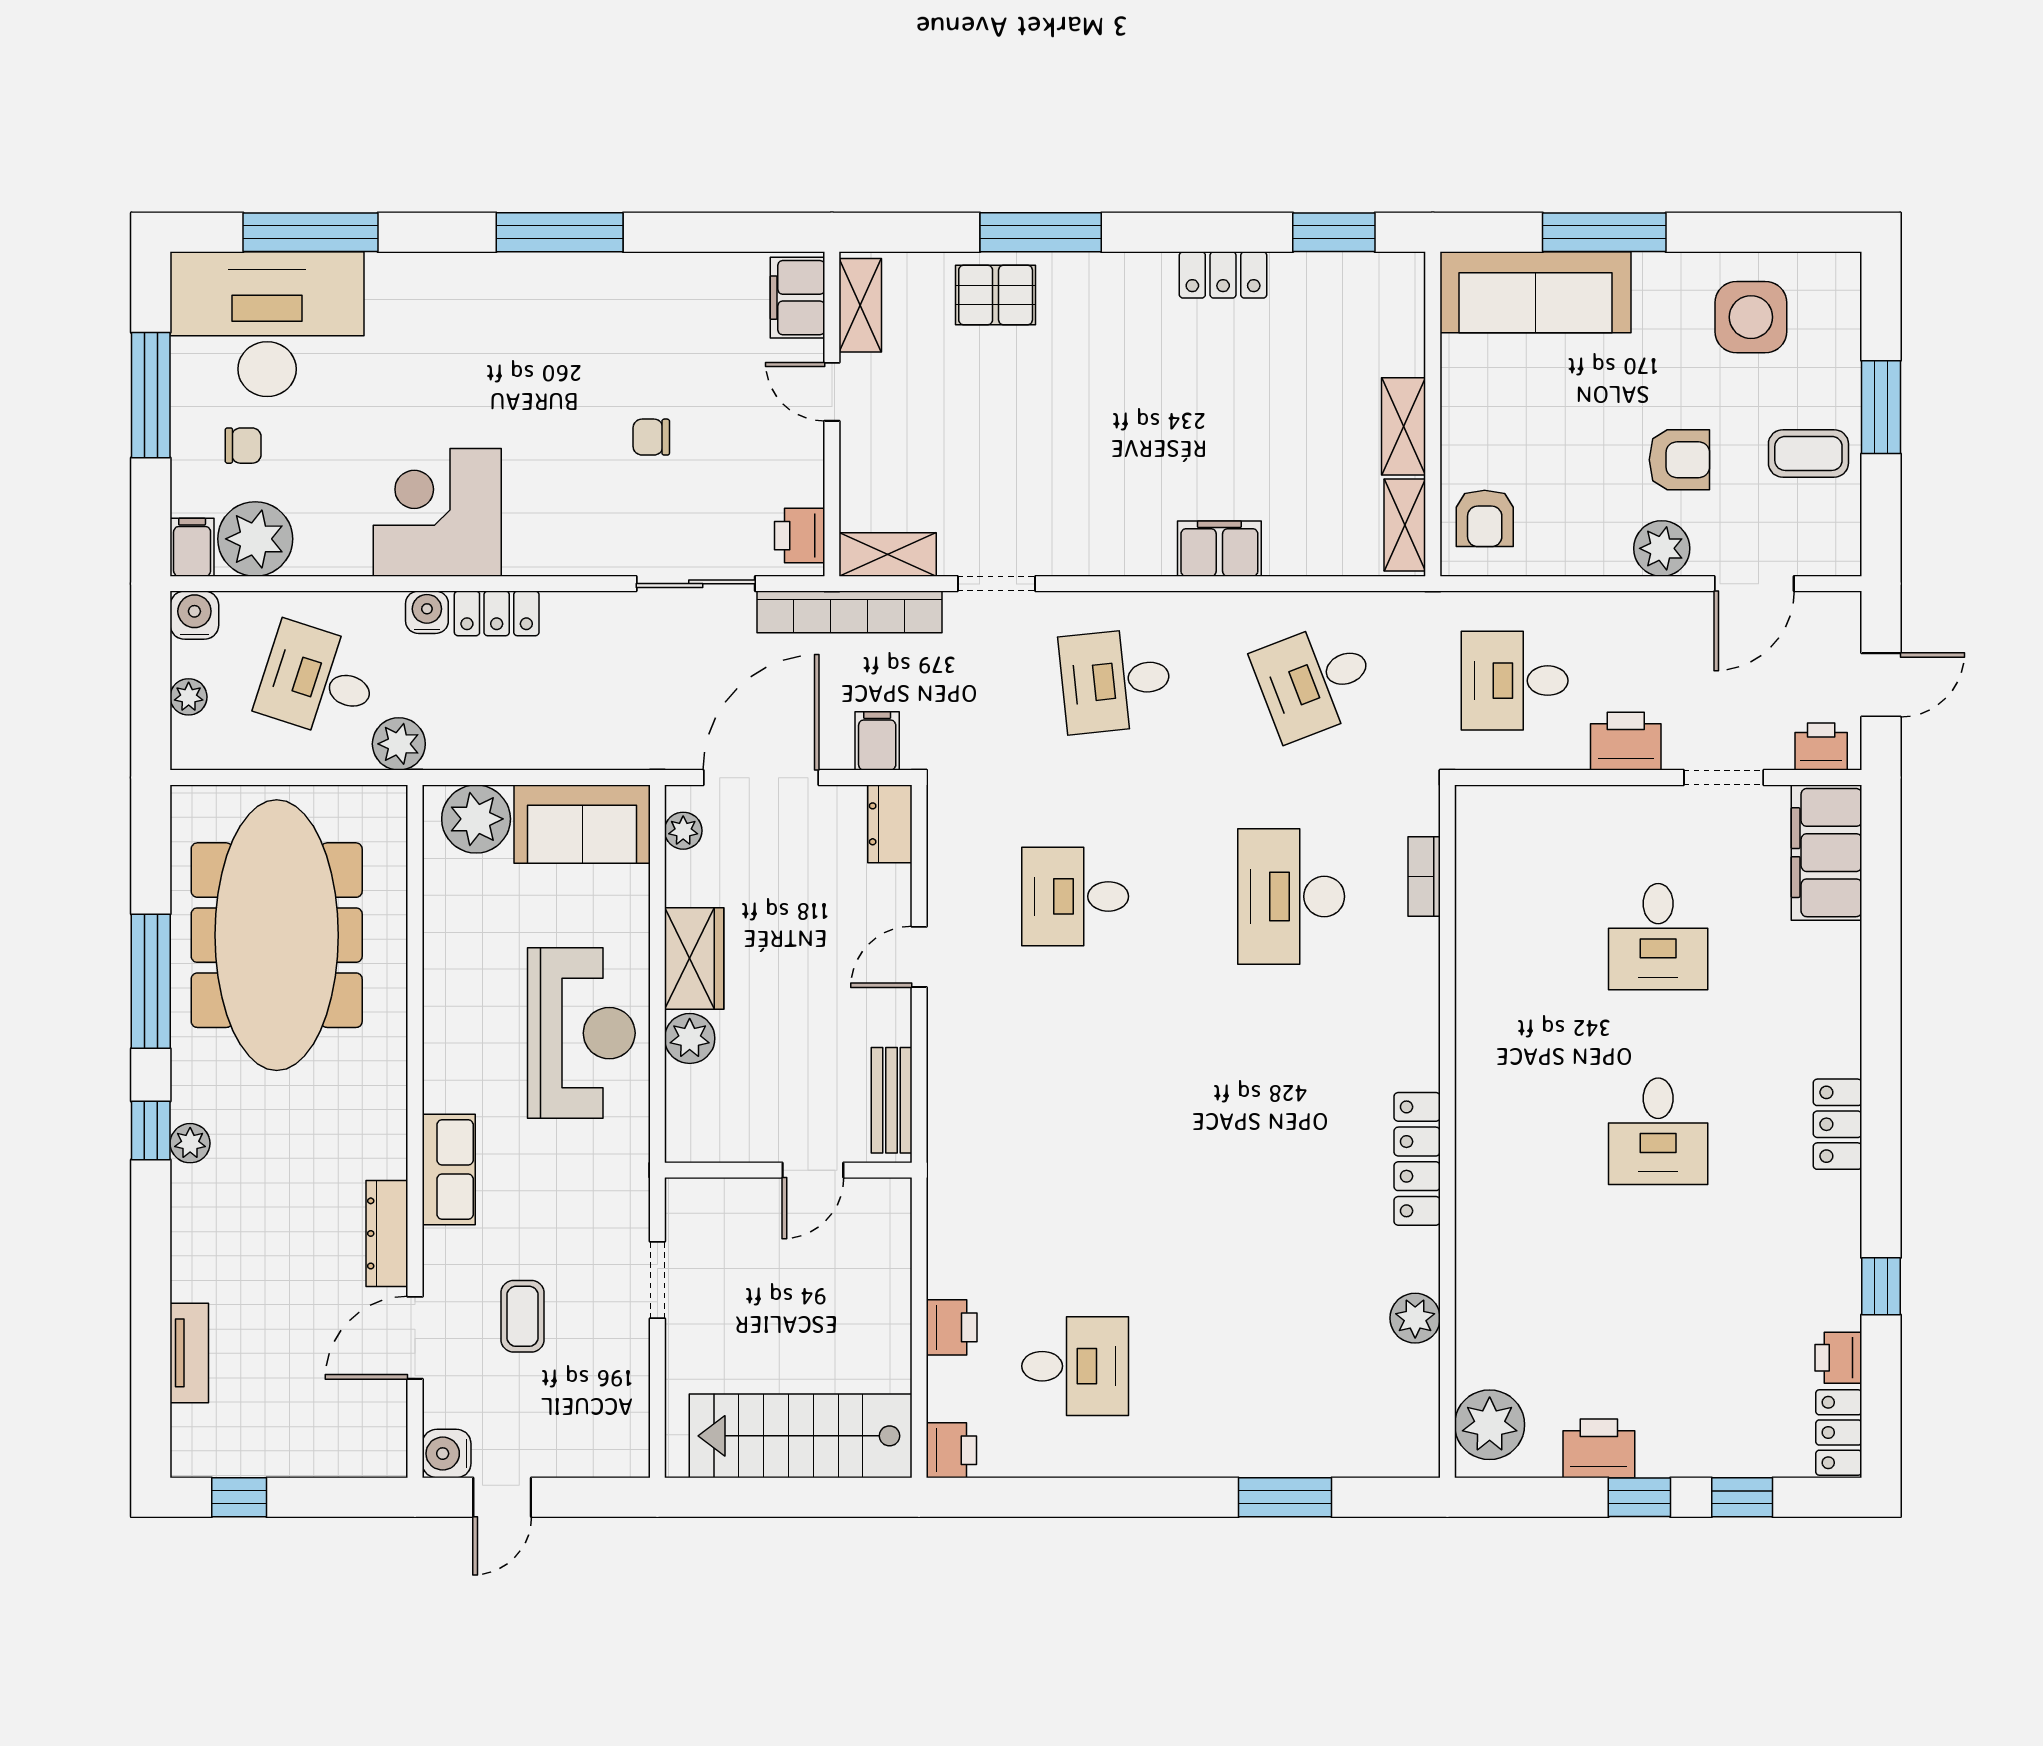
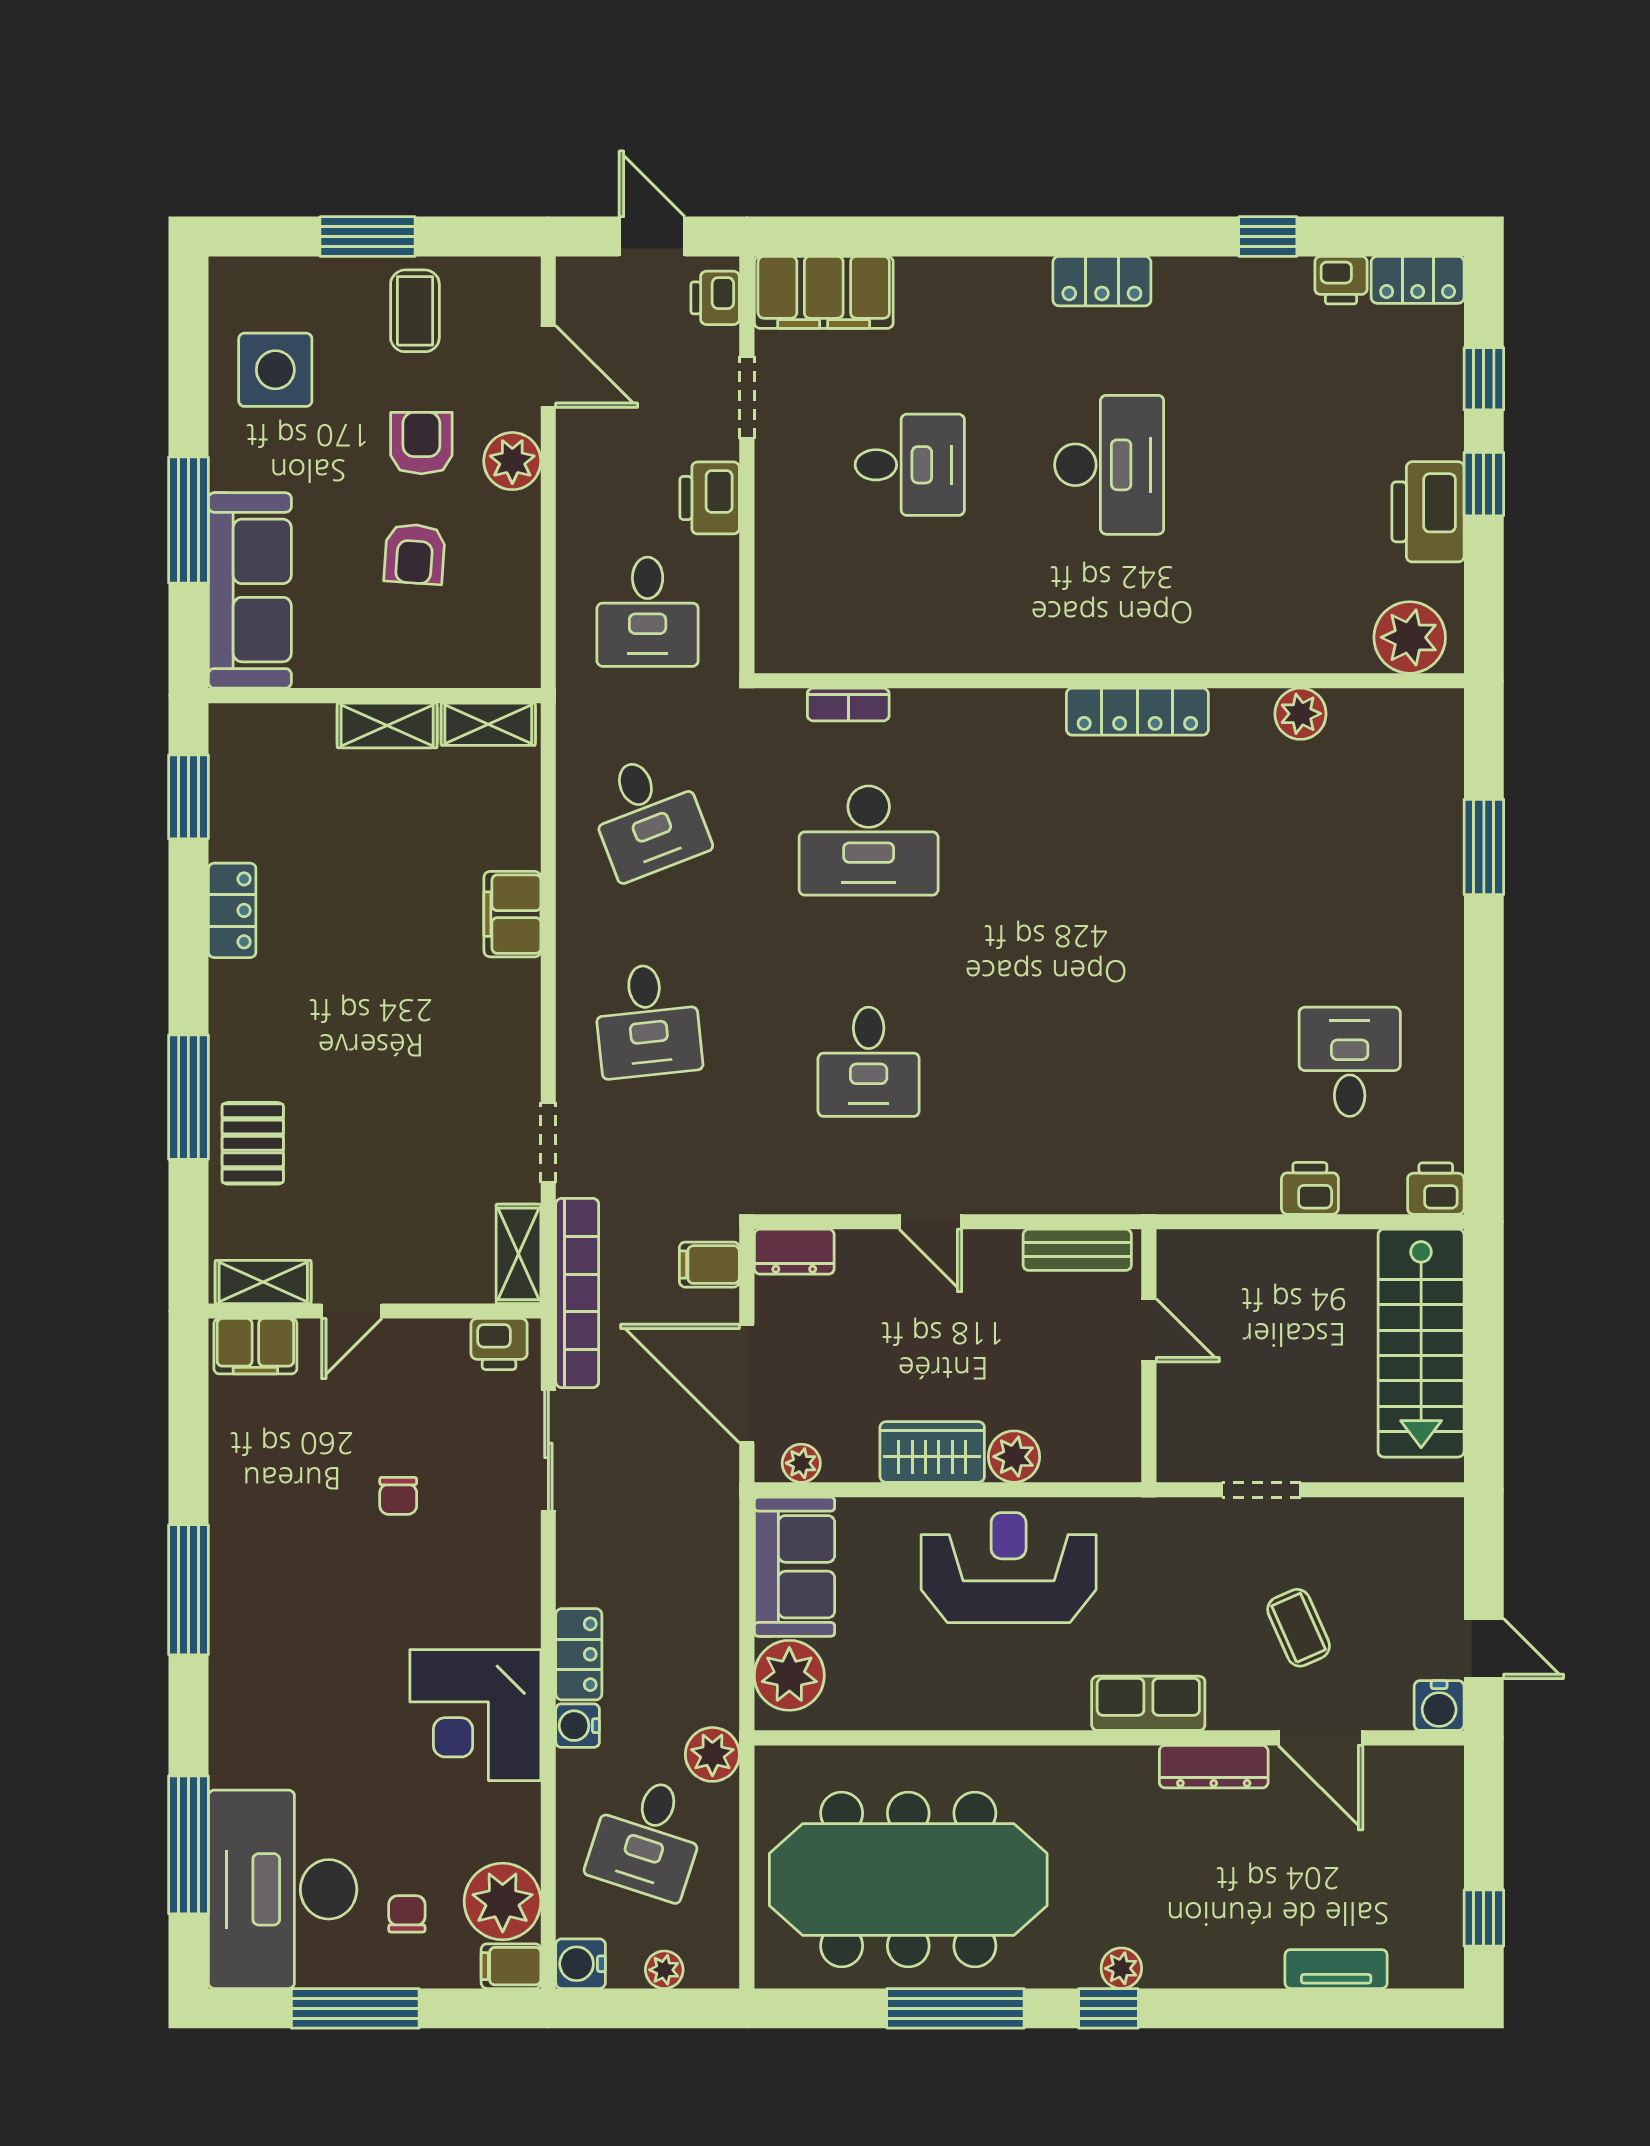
armchair: (1485, 518) -> (415, 554), moved, turned 94
desk: (1658, 1131) -> (1109, 465), width x1.37
coffee table: (523, 1316) -> (1299, 1628), turned 66
printer: (1599, 1448) -> (1428, 512), width x1.37, depth x1.19

